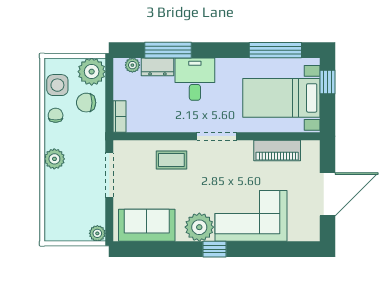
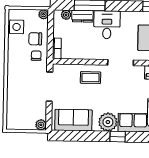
plant: (92, 72) -> (43, 14), width x0.53, depth x0.53
chair: (56, 115) -> (36, 56), moved
plant: (54, 159) -> (14, 75), removed

